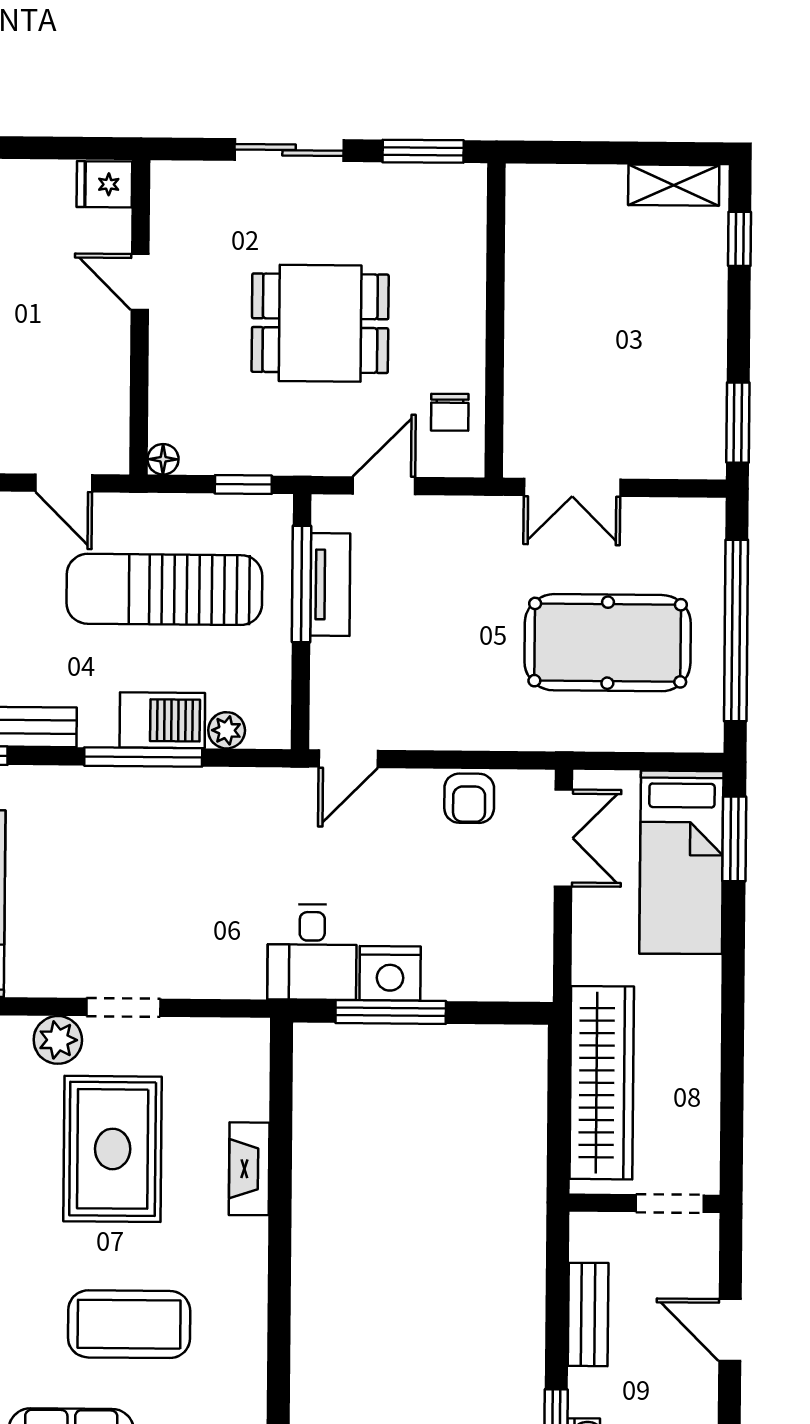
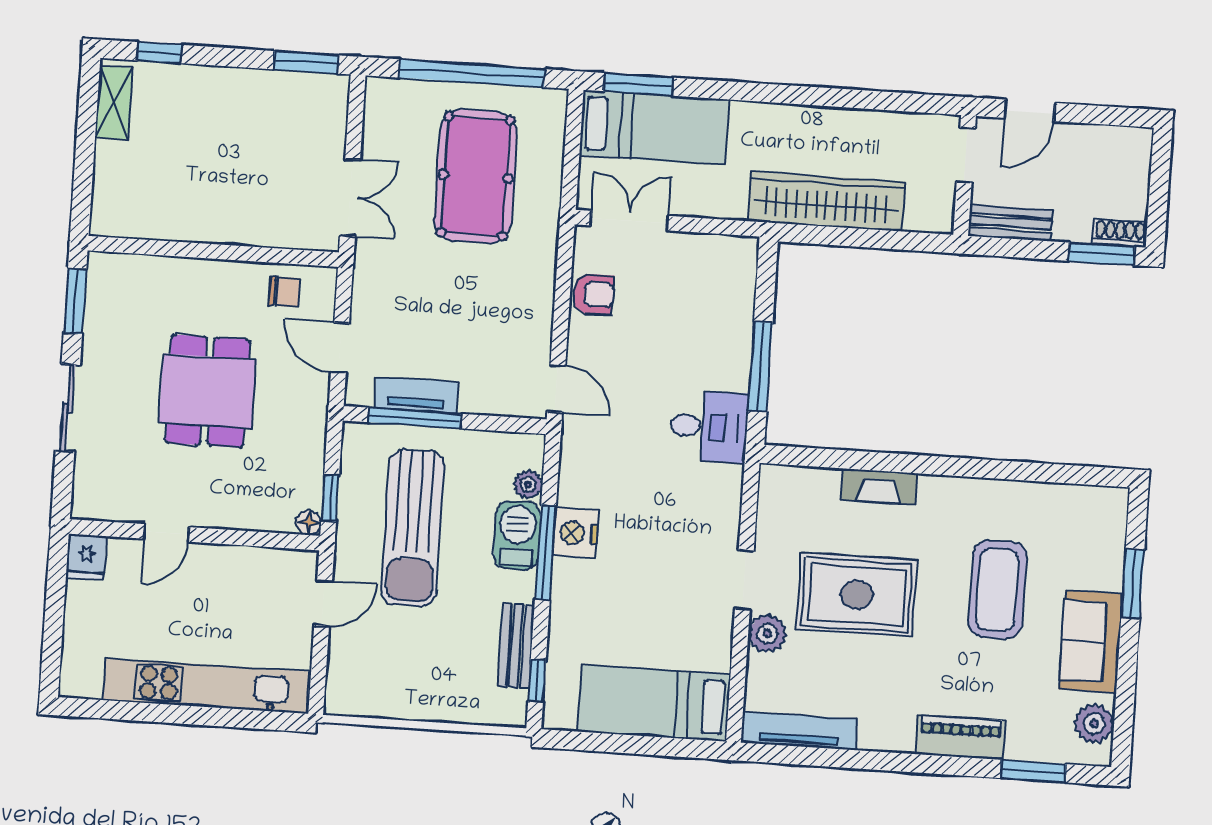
window: (243, 484) -> (330, 498), moved
nightstand: (390, 973) -> (576, 533), moved, turned 180
wall: (645, 1203) -> (965, 175), moved
doorway: (670, 1203) -> (966, 155), moved

